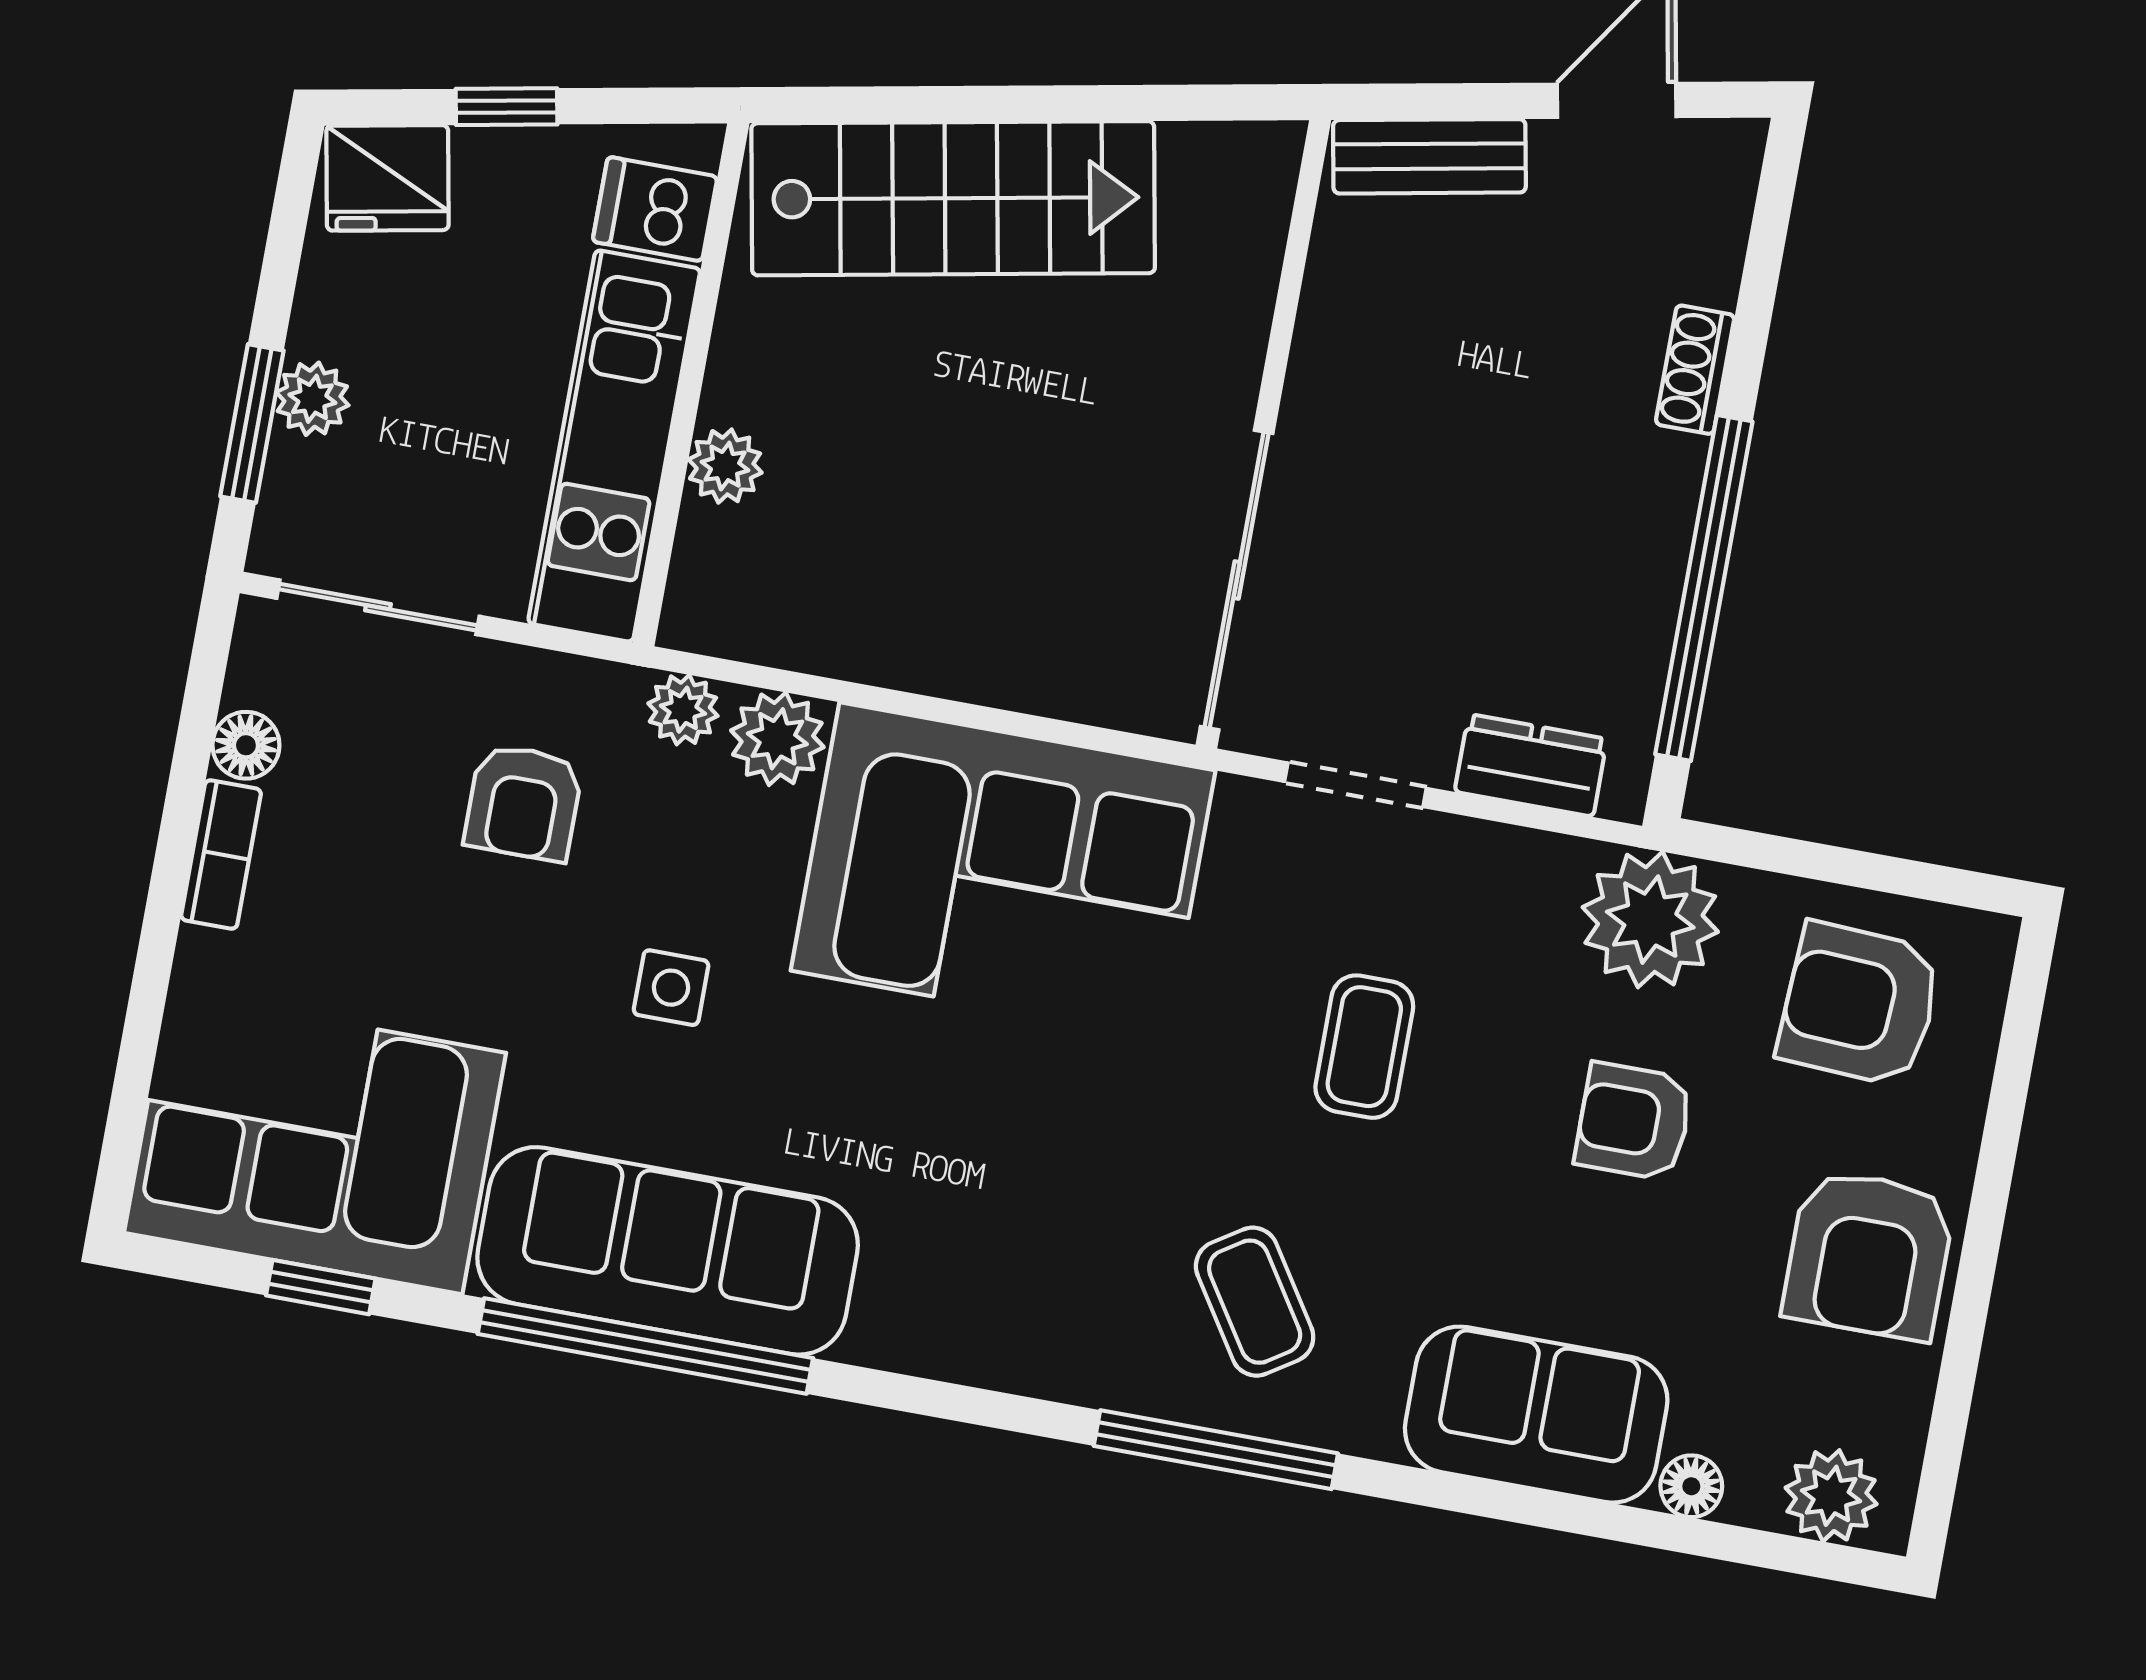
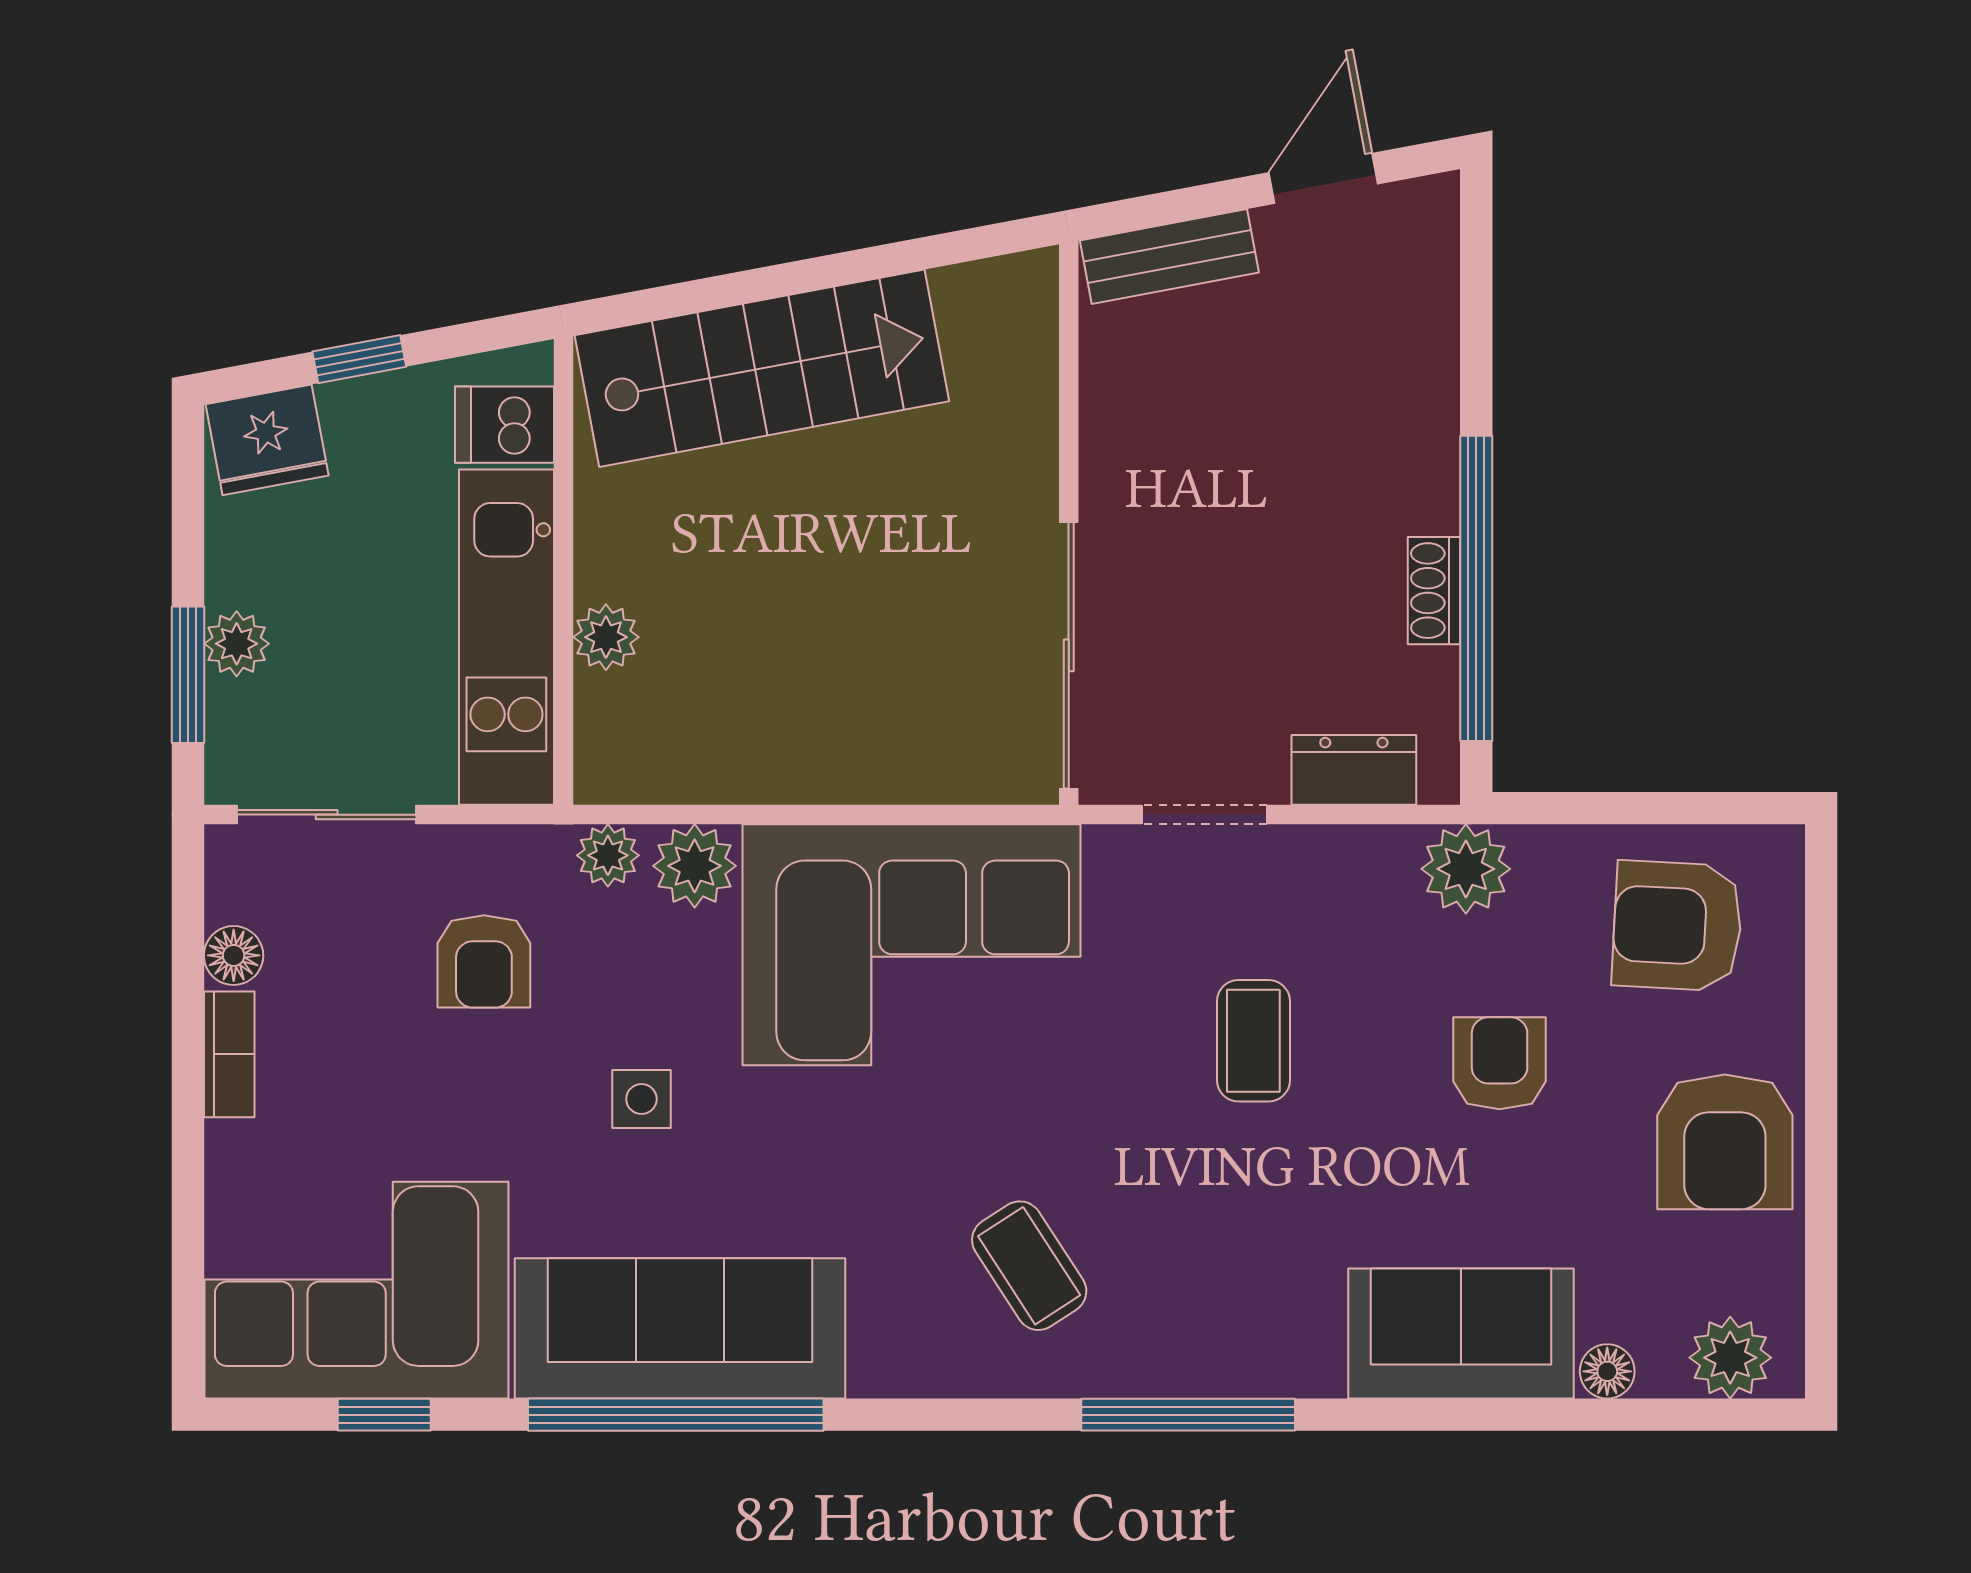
shoe rack: (1695, 370) -> (1434, 591), moved
plant: (1650, 920) -> (1466, 869), width x0.73, depth x0.73
armchair: (1634, 1121) -> (1500, 1063), turned 90
coffee table: (1255, 1302) -> (1029, 1266), moved

